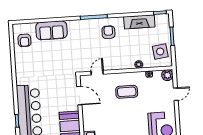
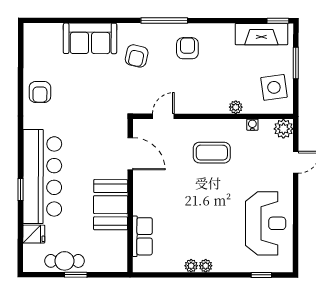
fireplace: (139, 22) -> (261, 34), moved
armchair: (79, 39) -> (137, 56), added
armchair: (24, 40) -> (40, 92), moved

